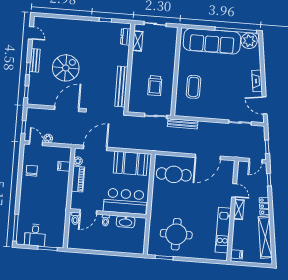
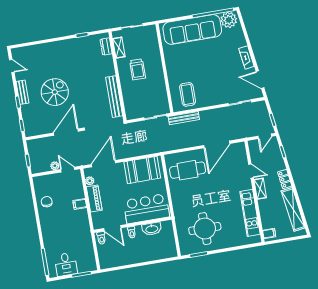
trolley: (155, 86) -> (138, 69), moved
coffee table: (194, 87) -> (188, 94), moved
door: (36, 143) -> (68, 170), moved
filing cabinet: (64, 166) -> (80, 204), moved
door: (88, 212) -> (112, 228), hinge flipped

